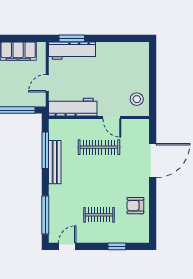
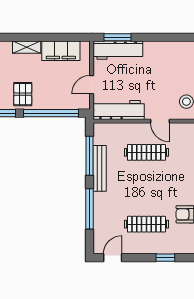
window: (45, 215) -> (89, 209), moved
clothes rail: (99, 215) -> (146, 224), width x1.36

